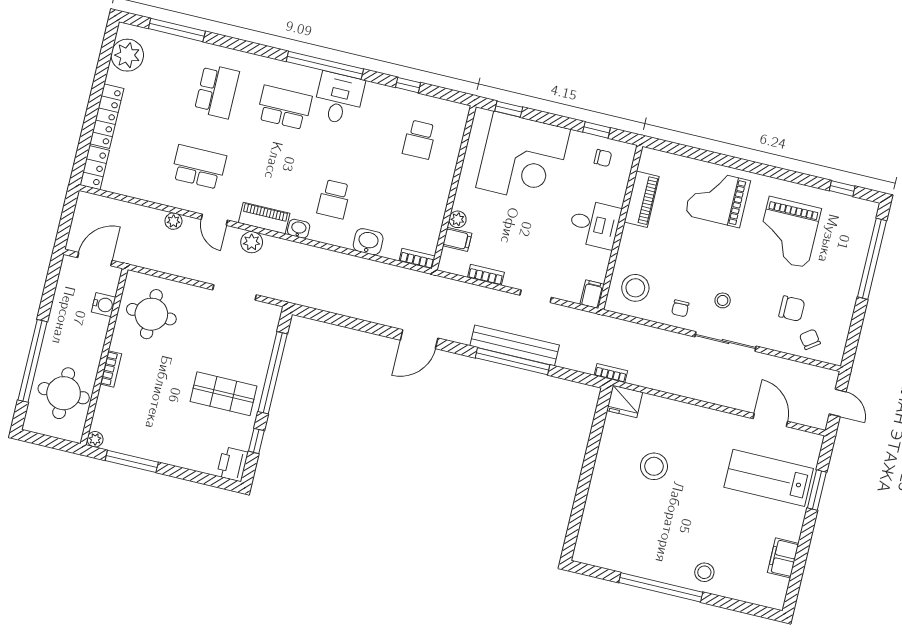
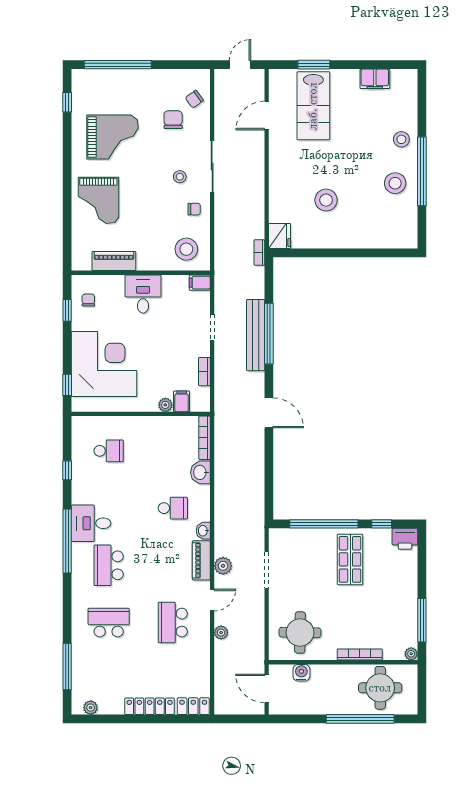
plant: (127, 55) -> (91, 708), width x0.53, depth x0.53
bookcase: (417, 259) -> (205, 438), width x1.56
bookcase: (111, 369) -> (360, 655), width x1.56
stool: (654, 553) -> (395, 183), added

